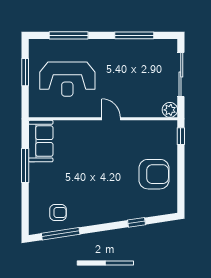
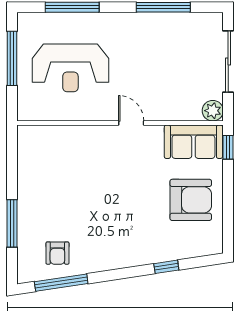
window: (25, 72) -> (12, 58), width x1.44
sofa: (41, 141) -> (193, 142), moved, turned 90
window: (25, 166) -> (12, 223), moved
armchair: (58, 212) -> (57, 253), turned 90

